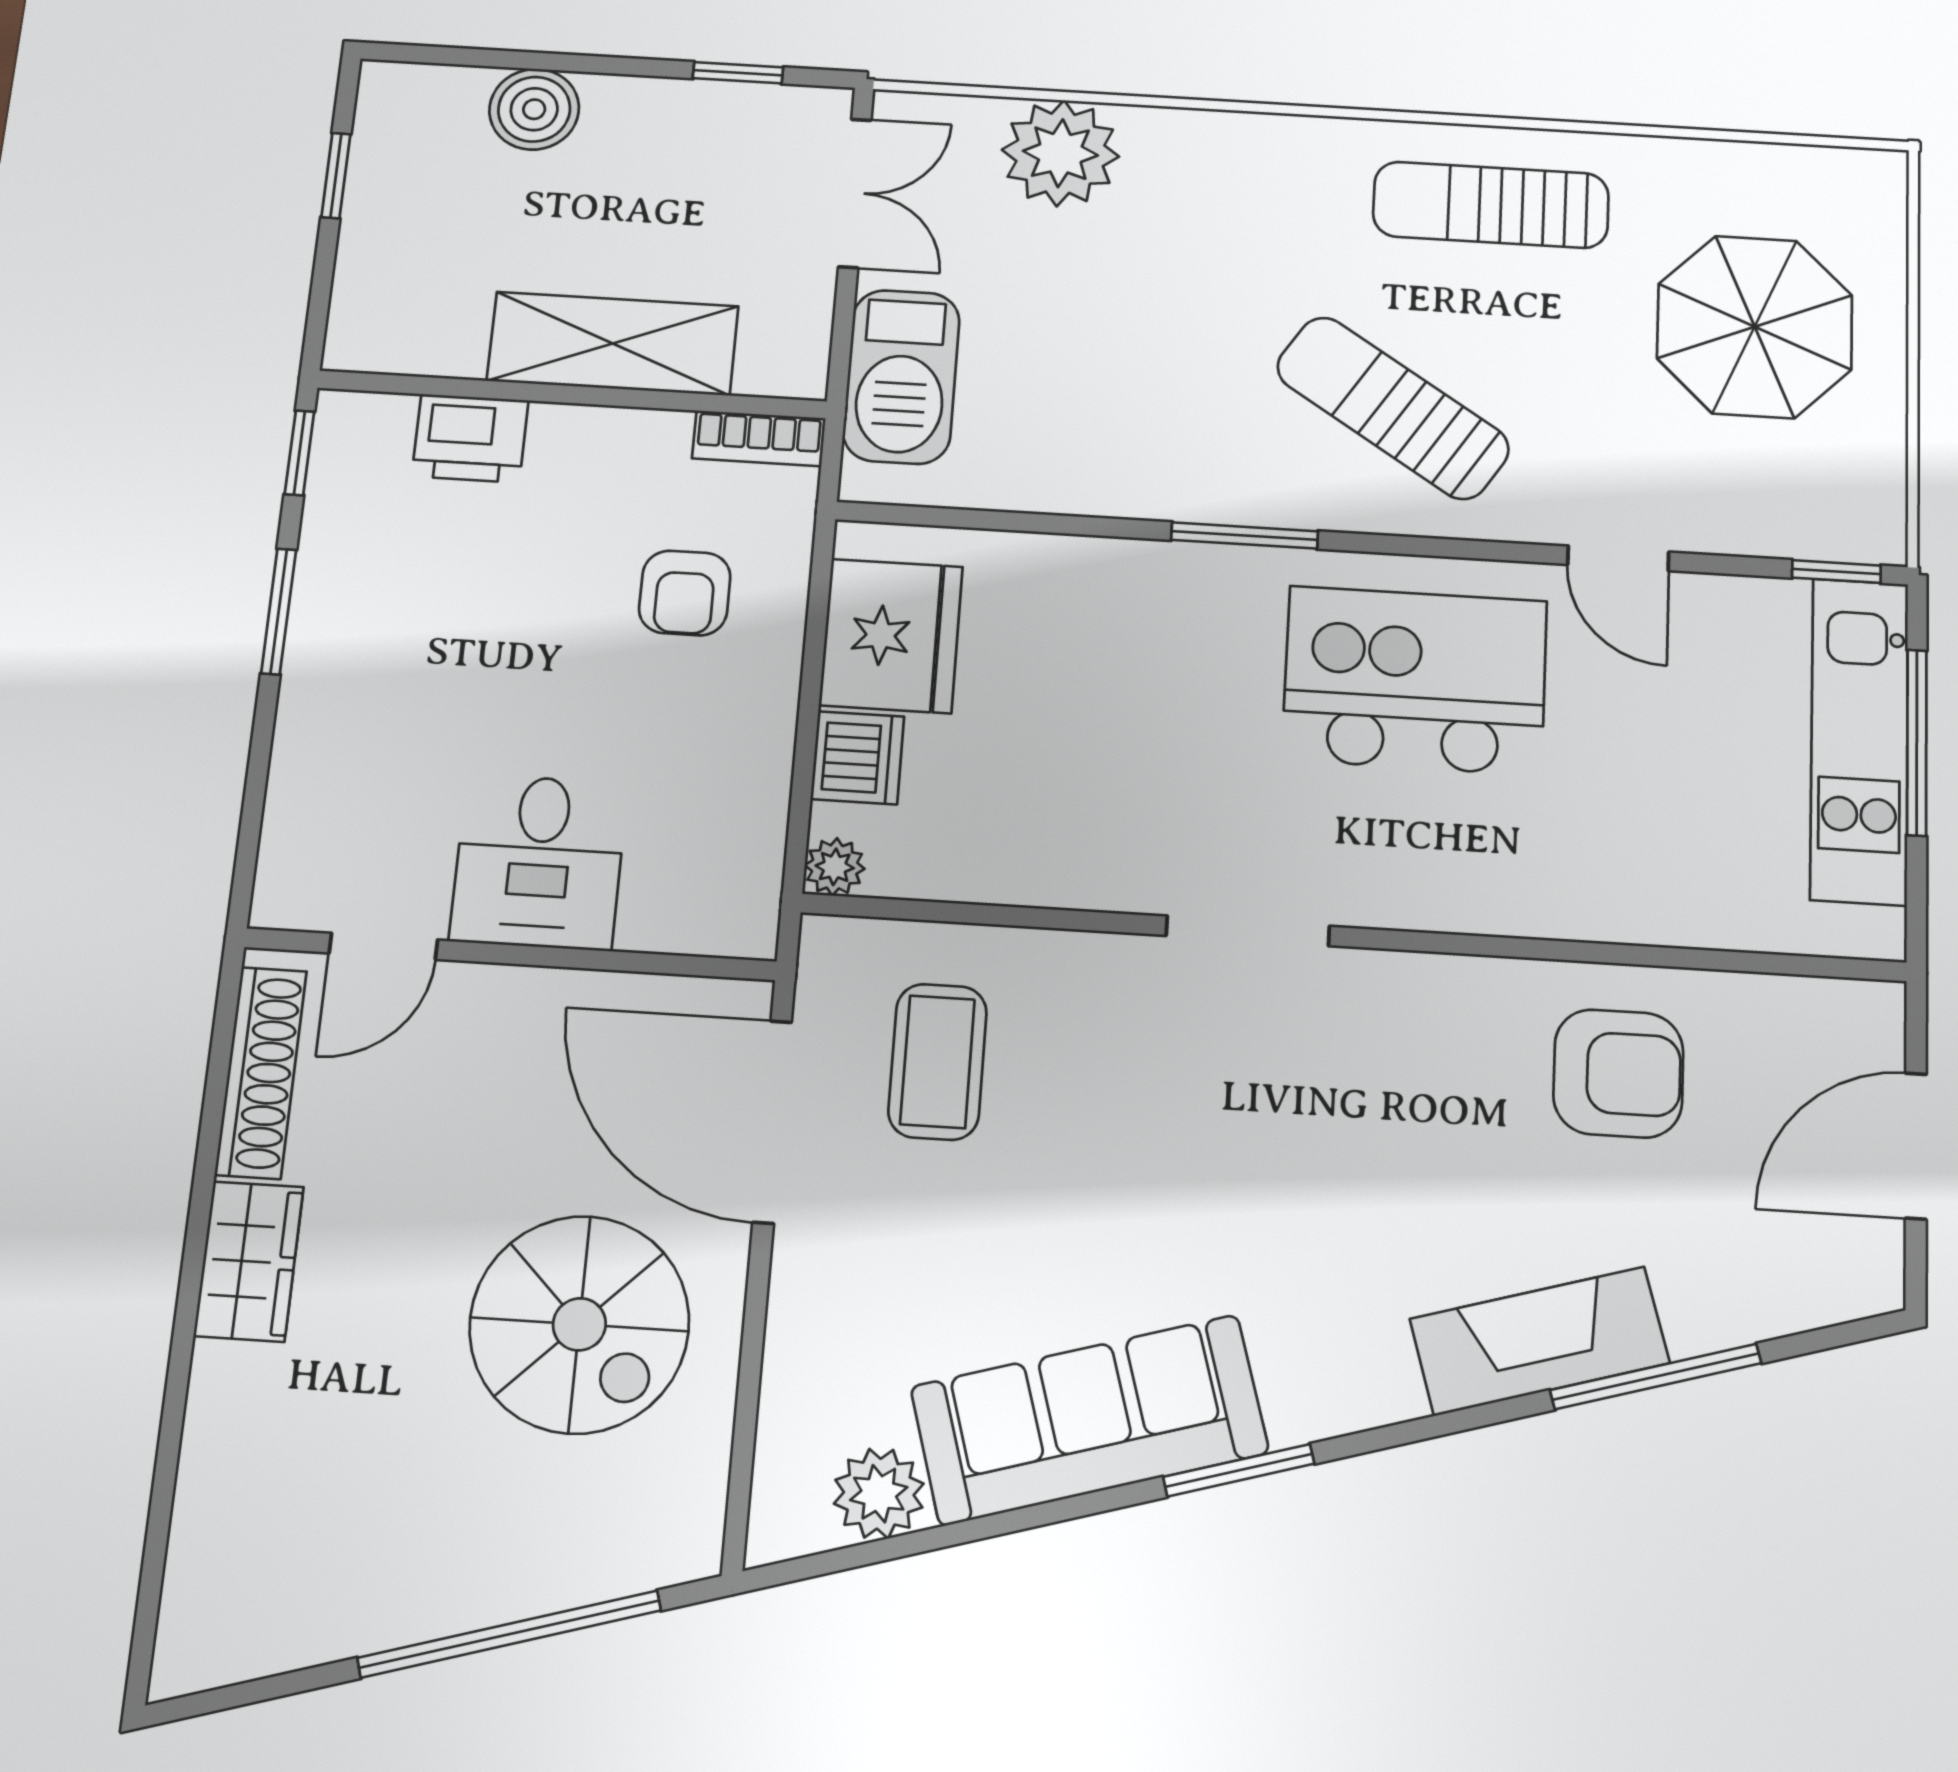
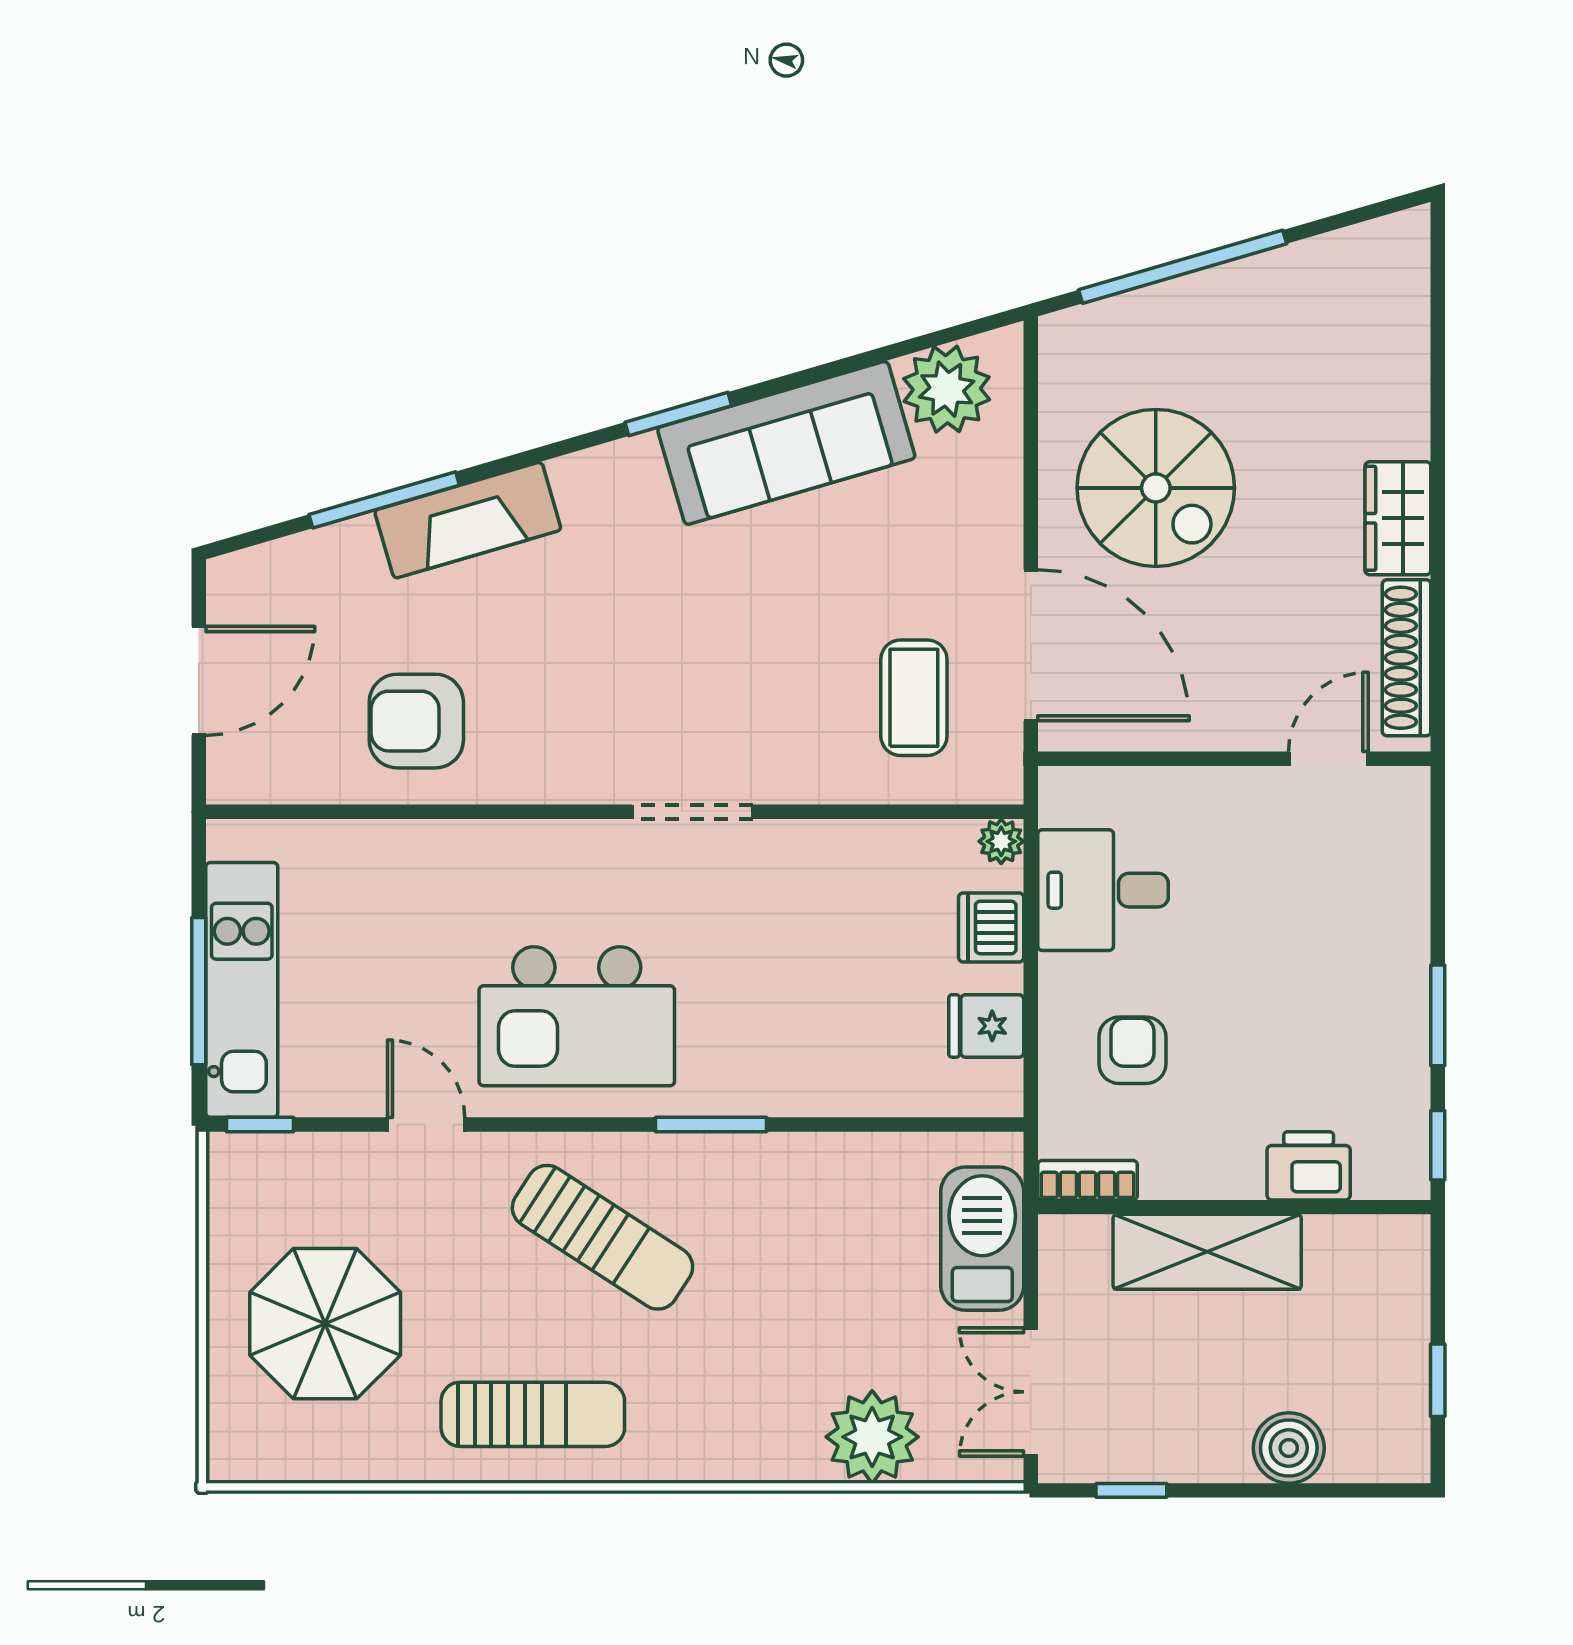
fridge: (891, 636) -> (986, 1026), width x0.53, depth x0.75
desk: (539, 862) -> (1103, 890), moved, turned -90
spiral stairs: (579, 1324) -> (1156, 488), turned 180
plant: (879, 1494) -> (947, 389), width x1.36, depth x1.36

